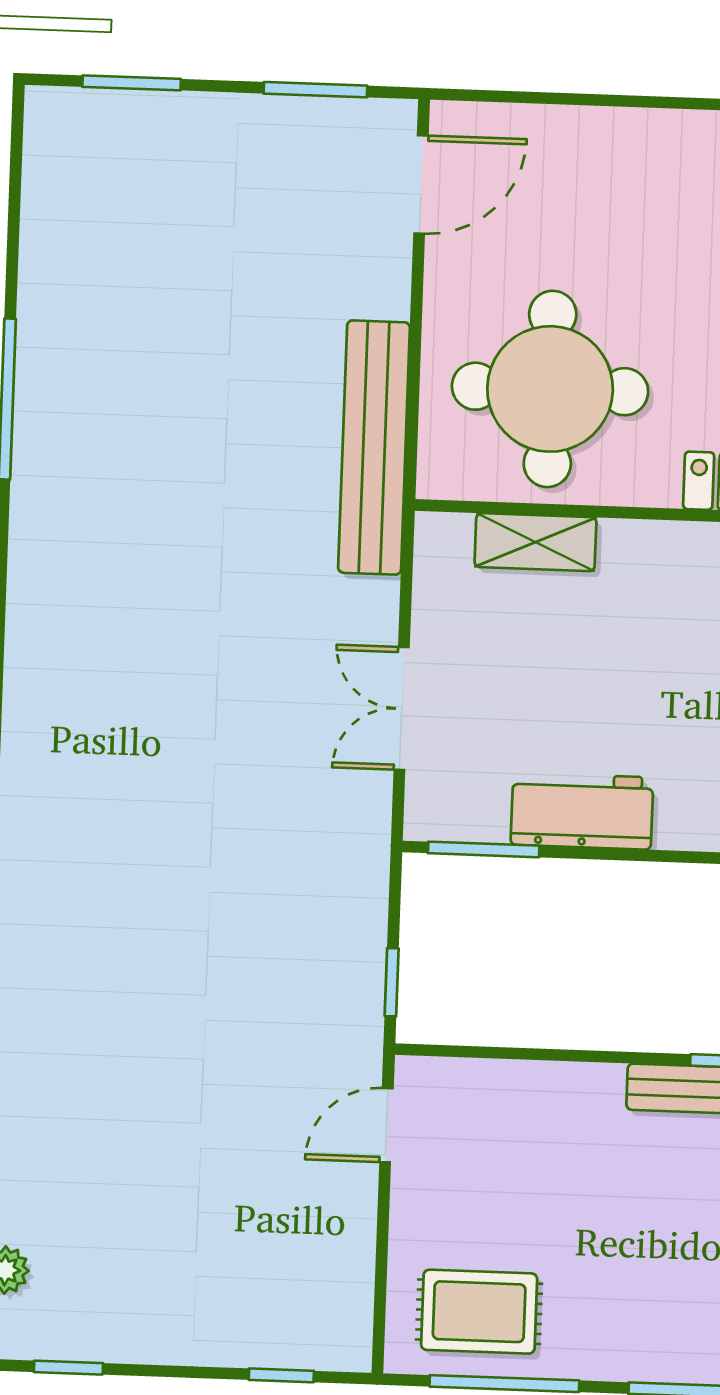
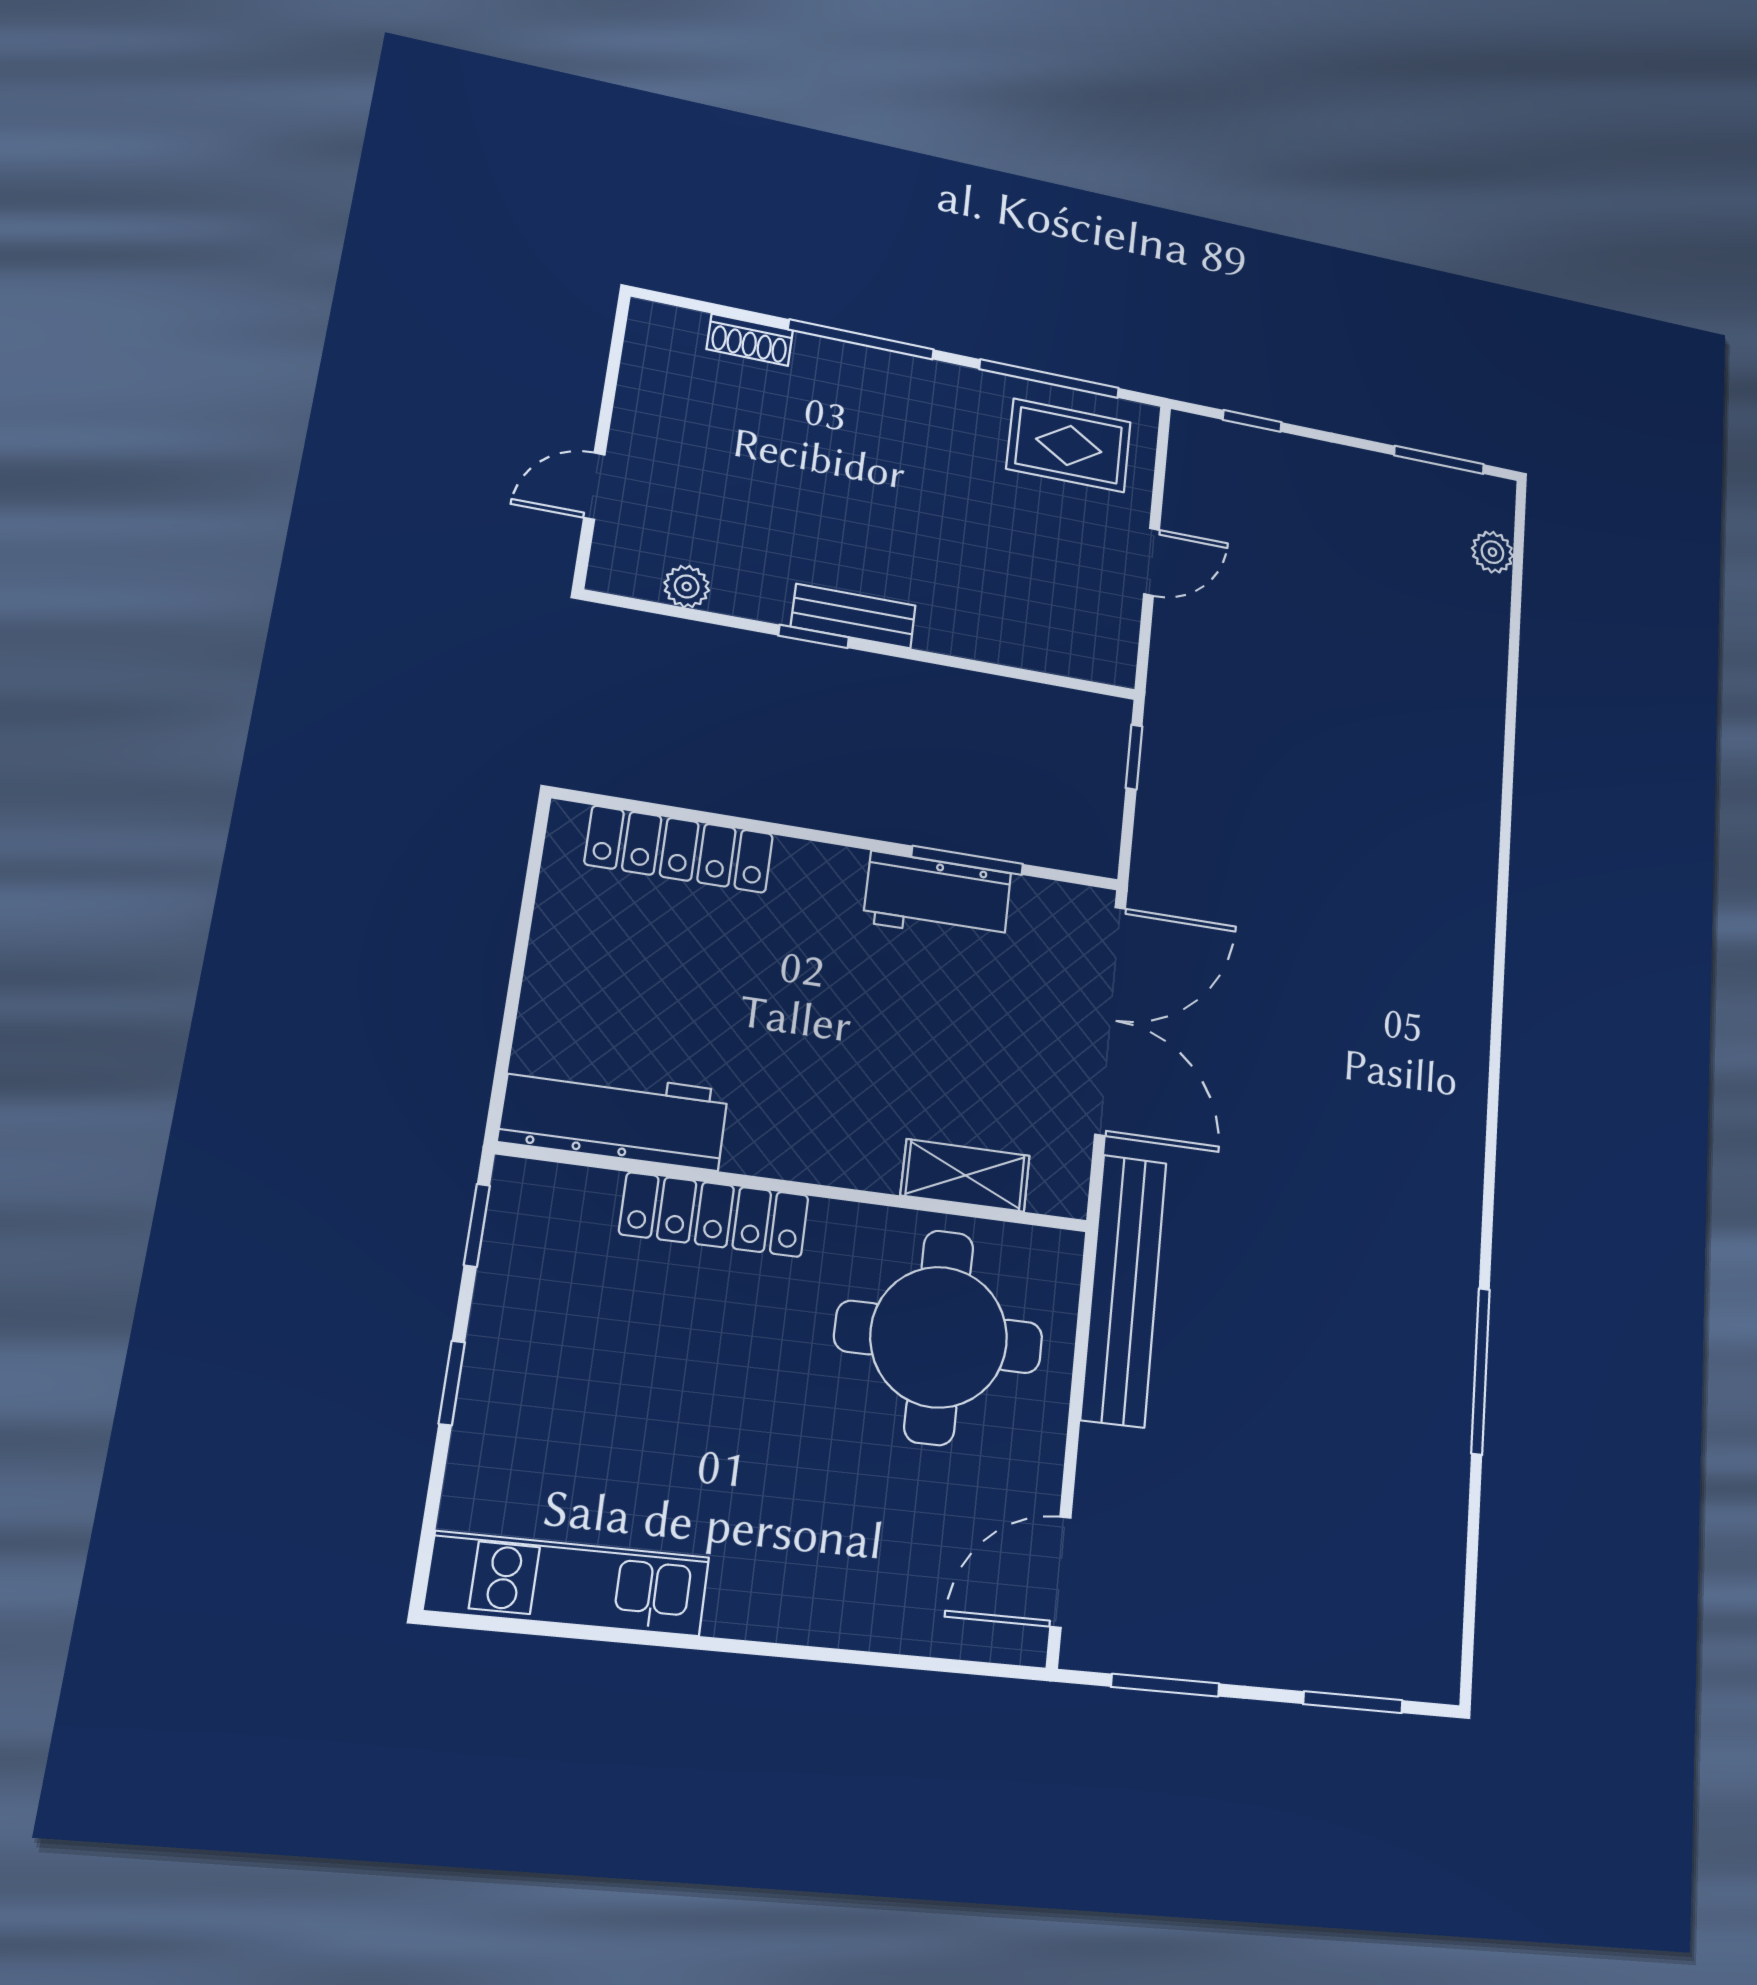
double door: (402, 708) -> (1110, 1020), width x1.87
window: (484, 849) -> (967, 860), moved
door: (386, 1125) -> (1152, 562), moved
window: (68, 1368) -> (1439, 460), width x1.50

